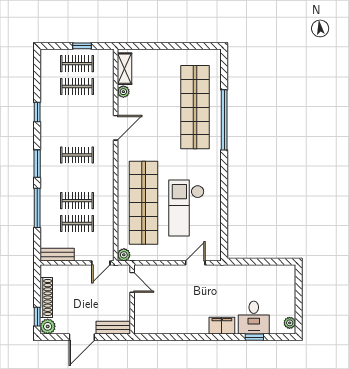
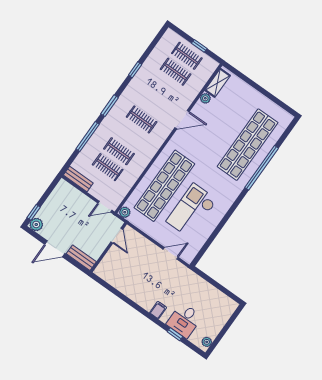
shoe rack: (46, 297) -> (50, 204), removed
filing cabinet: (222, 326) -> (158, 310), width x0.50

